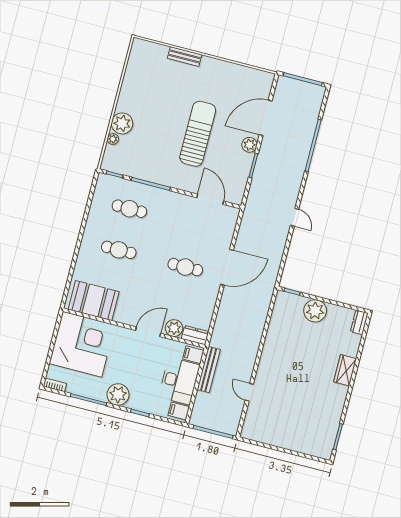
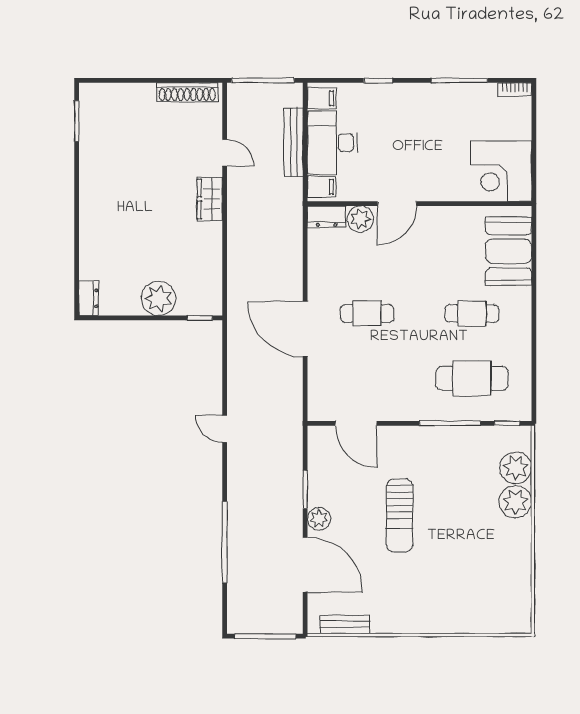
bench: (185, 56) -> (345, 624), moved
door: (266, 118) -> (305, 565), hinge flipped
sun lounger: (198, 134) -> (400, 515), width x0.73, depth x0.75
plant: (113, 139) -> (516, 468), width x1.88, depth x1.88
cafe table: (129, 209) -> (472, 378), width x1.37, depth x1.35
door: (227, 267) -> (305, 329), hinge flipped
booth: (94, 301) -> (509, 251), moved, turned 90
corner desk: (82, 344) -> (501, 171), width x0.74, depth x0.74
bench: (209, 370) -> (293, 142), moved
wardrobe: (345, 370) -> (210, 199), moved, turned 180
plant: (118, 395) -> (418, 99), removed
shoe rack: (263, 437) -> (187, 92), added

